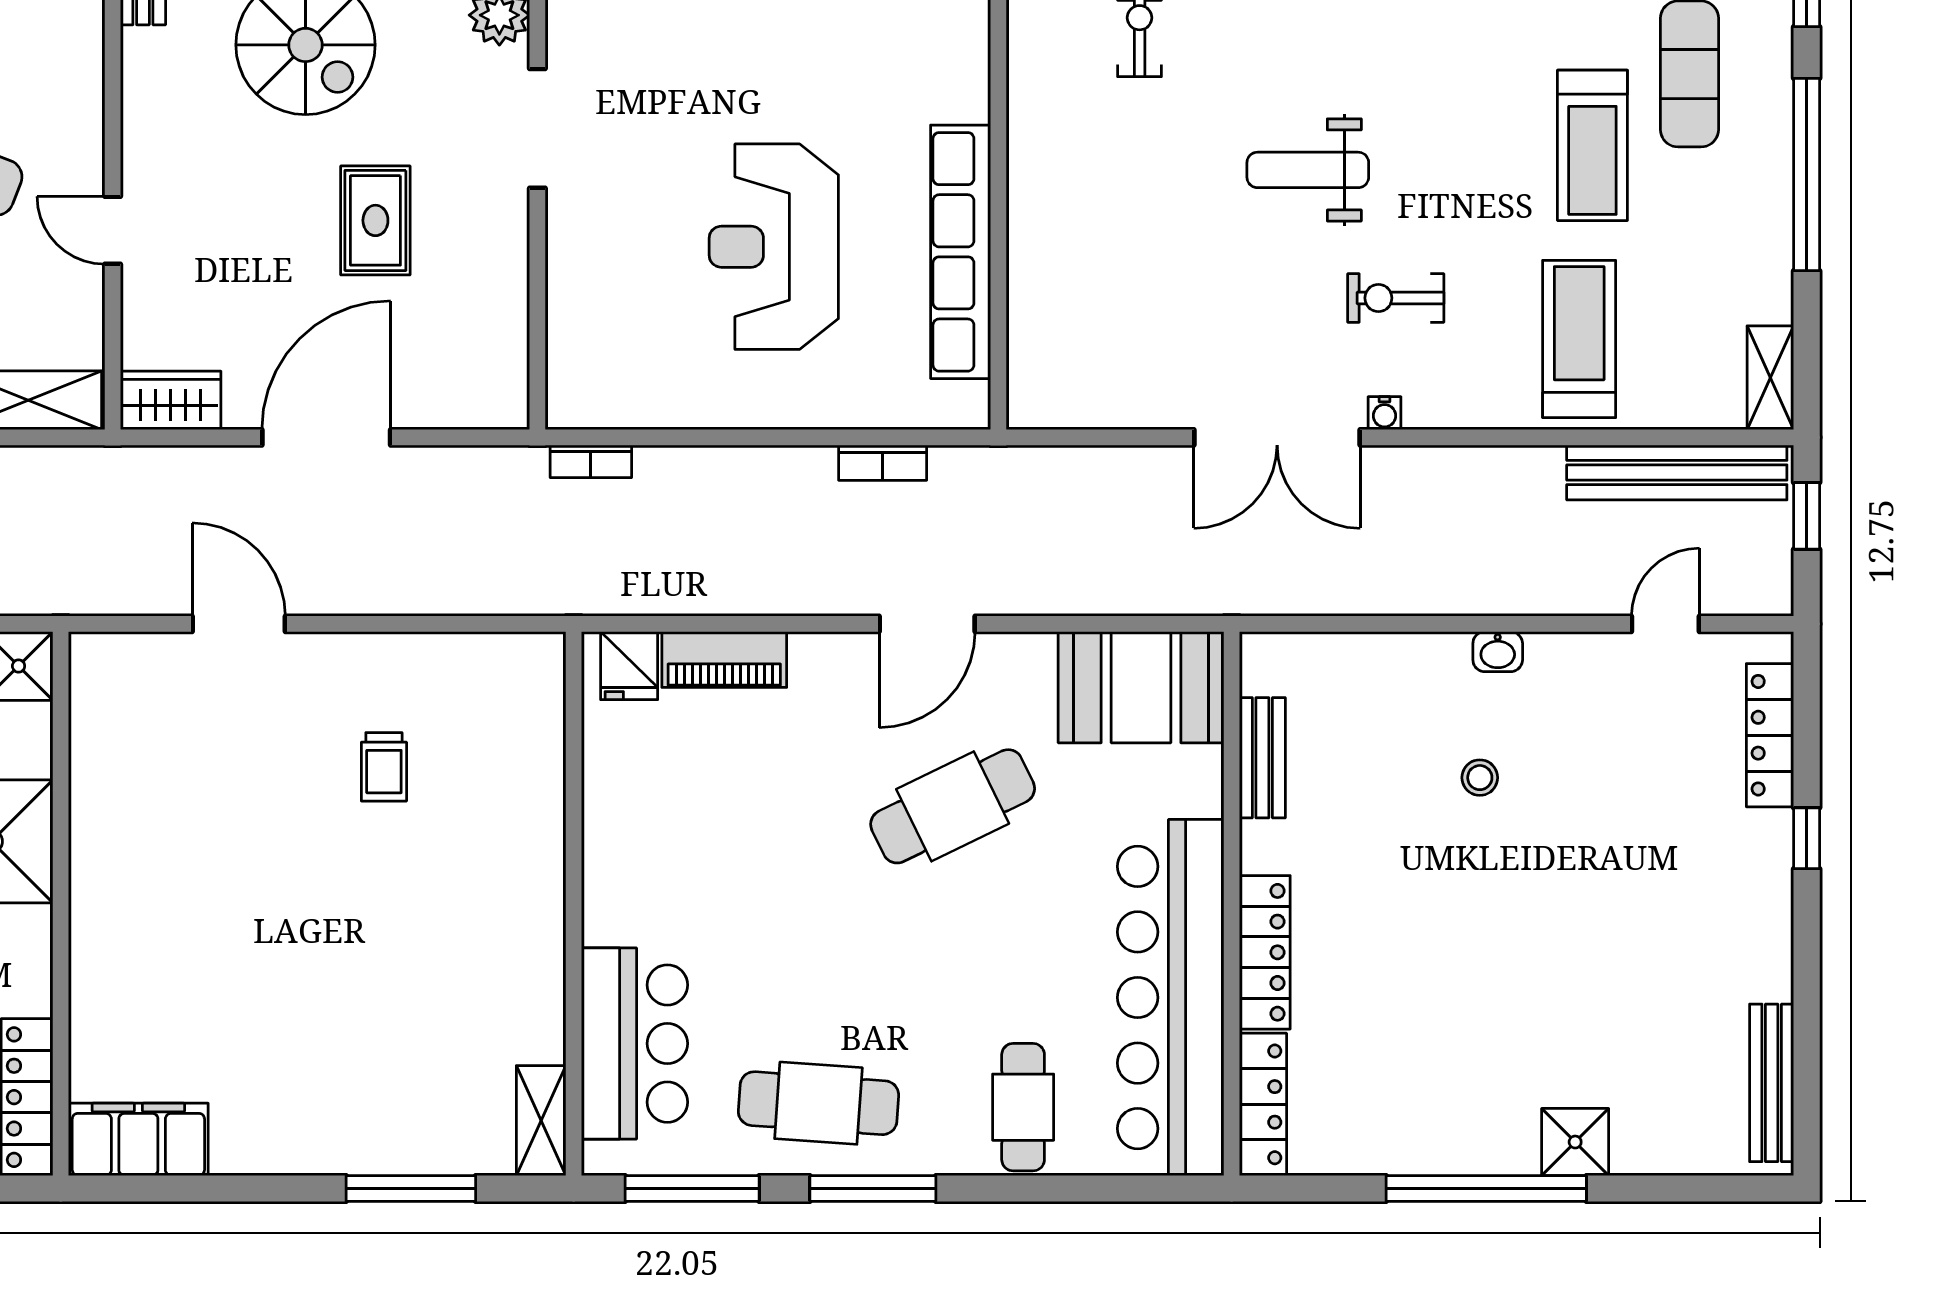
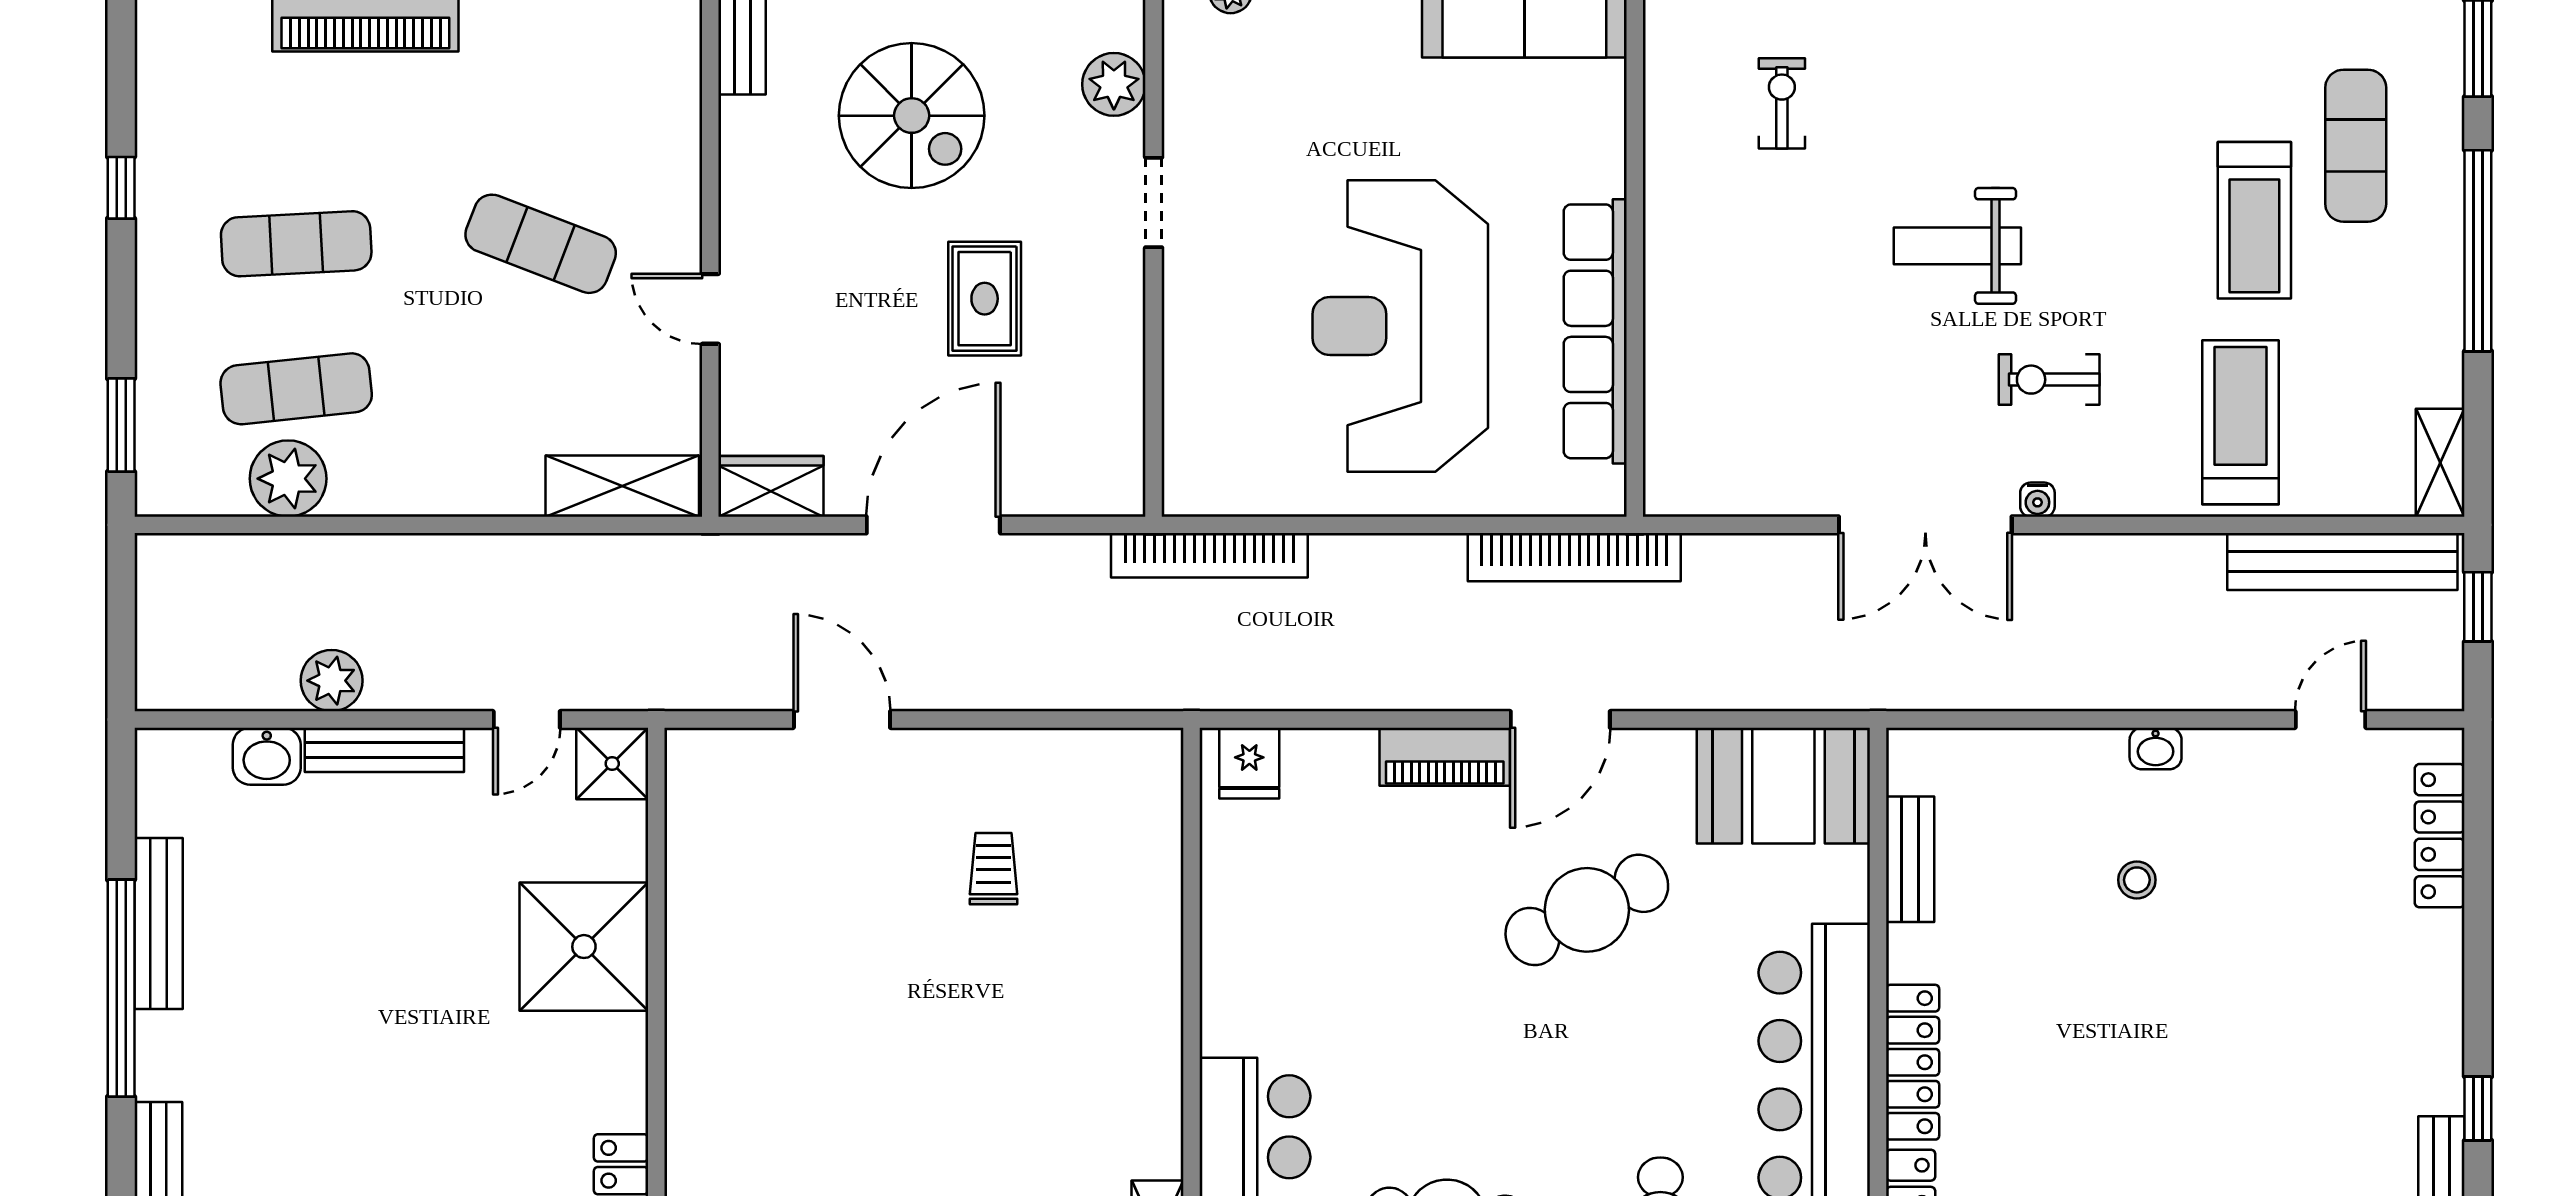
doorway: (537, 128) -> (1154, 202), width x0.73
reception desk: (774, 247) -> (1400, 326), width x1.36, depth x1.30
bookcase: (591, 461) -> (1209, 555), width x2.31, depth x1.31
bookcase: (883, 463) -> (1574, 557), width x2.31, depth x1.31
piano: (724, 660) -> (1445, 757), moved
trolley: (384, 767) -> (993, 869), turned 180
window: (1807, 838) -> (2478, 1108), moved

